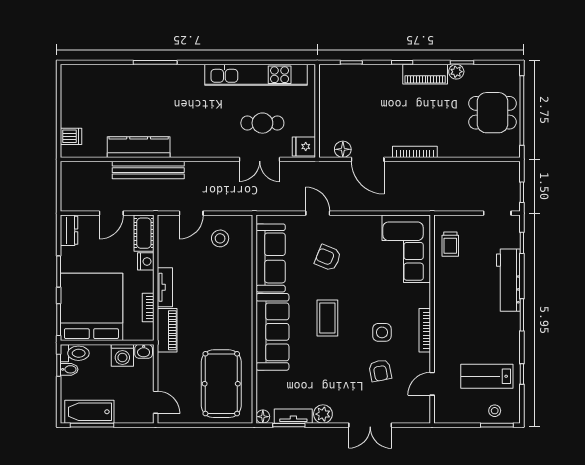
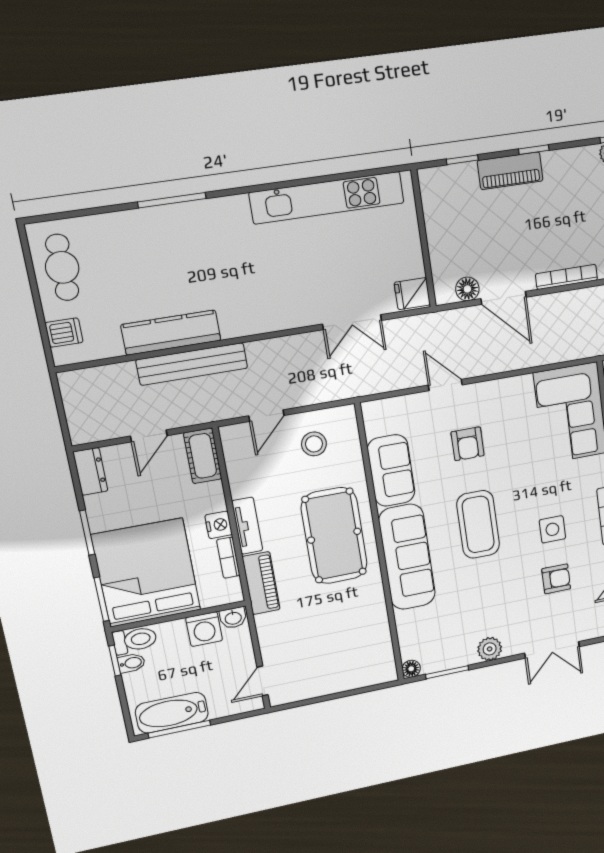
piano: (425, 74) -> (510, 171), moved
cafe table: (262, 123) -> (62, 267), moved, turned 90
sofa: (271, 258) -> (391, 471), width x0.73
armchair: (328, 258) -> (468, 444), turned -112
nightstand: (146, 261) -> (219, 525), moved
coffee table: (327, 318) -> (478, 524), width x1.36, depth x1.32
armchair: (380, 371) -> (556, 579), turned -79
pool table: (221, 384) -> (334, 536), moved
door: (156, 402) -> (262, 681), swing flipped
tv unit: (293, 416) -> (451, 660), removed

